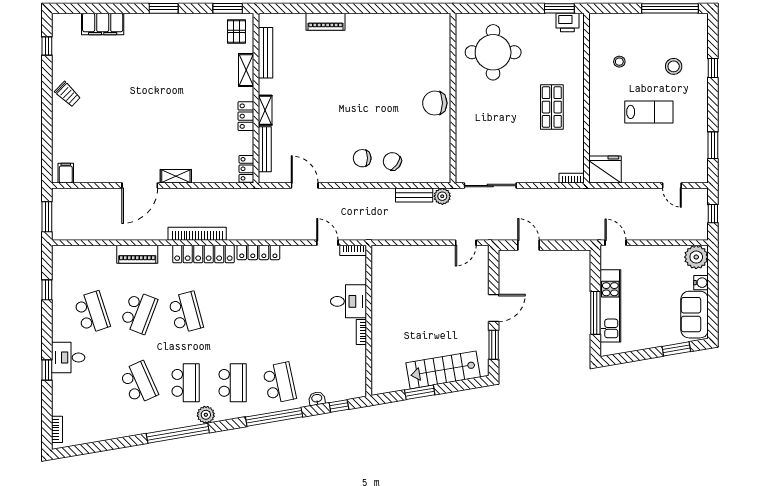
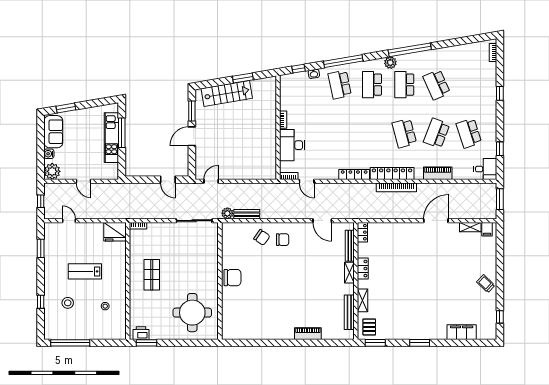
shelving: (176, 176) -> (470, 227), moved
door: (616, 243) -> (84, 181), moved
desk: (348, 301) -> (292, 145), width x1.37
desk: (68, 358) -> (485, 169), moved

